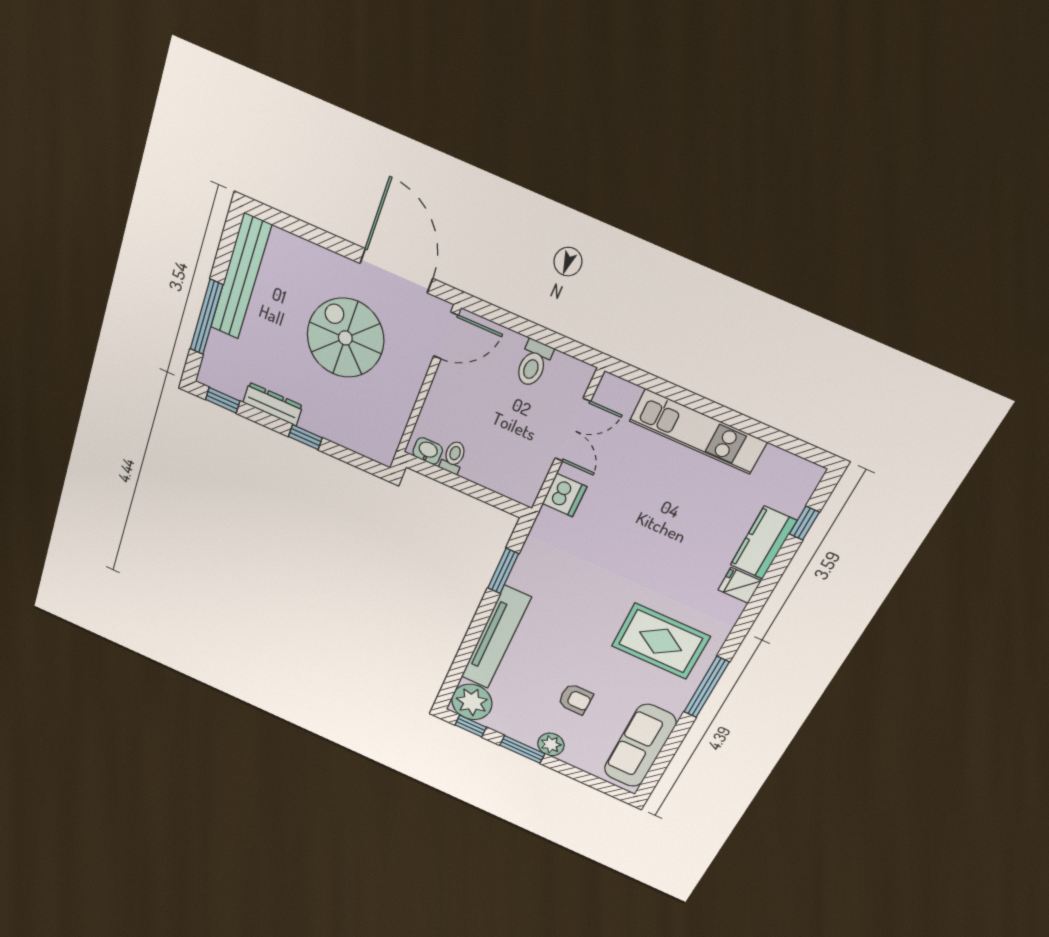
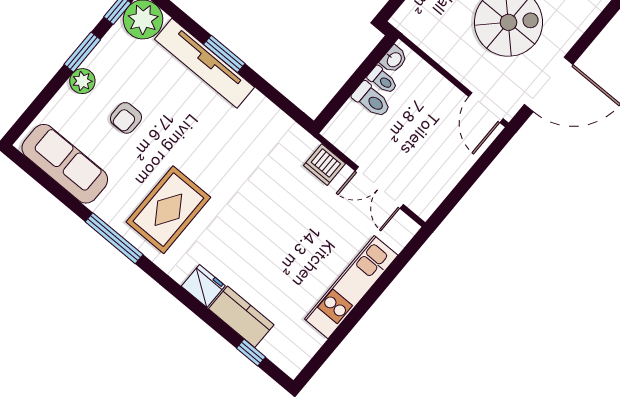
toilet: (533, 363) -> (372, 100), moved, turned 180
window: (503, 571) -> (224, 54), moved
fridge: (740, 585) -> (203, 286), width x1.38

